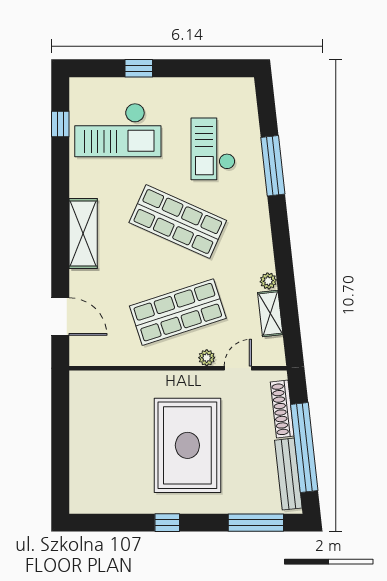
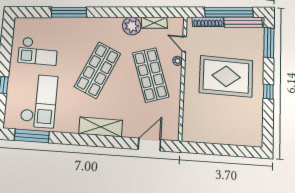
window: (60, 124) -> (32, 136), width x2.17
checkout: (213, 149) -> (38, 51), moved
plant: (268, 281) -> (132, 26), width x1.87, depth x1.87

